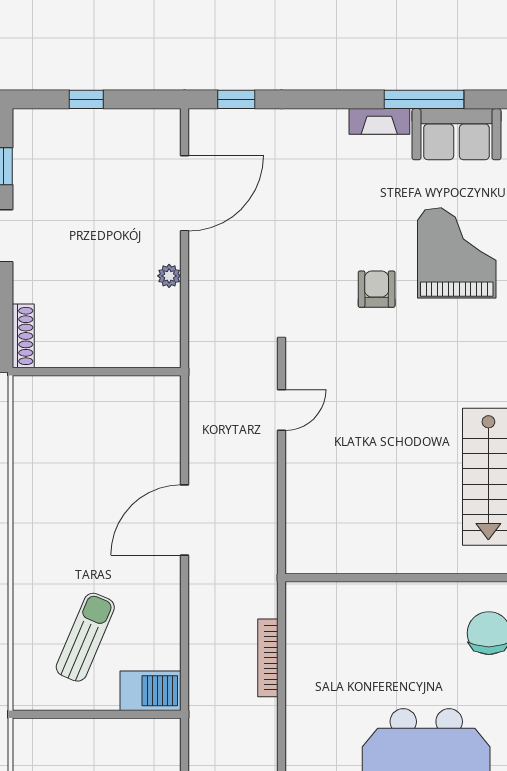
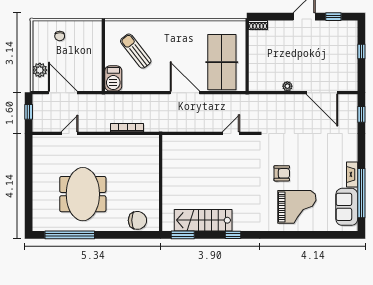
window: (424, 99) -> (361, 193), width x1.46
shoe rack: (23, 336) -> (258, 25), width x0.70
door: (282, 410) -> (231, 133), swing flipped
table tennis table: (111, 432) -> (222, 62), added
sun lounger: (85, 637) -> (136, 51), turned -151

